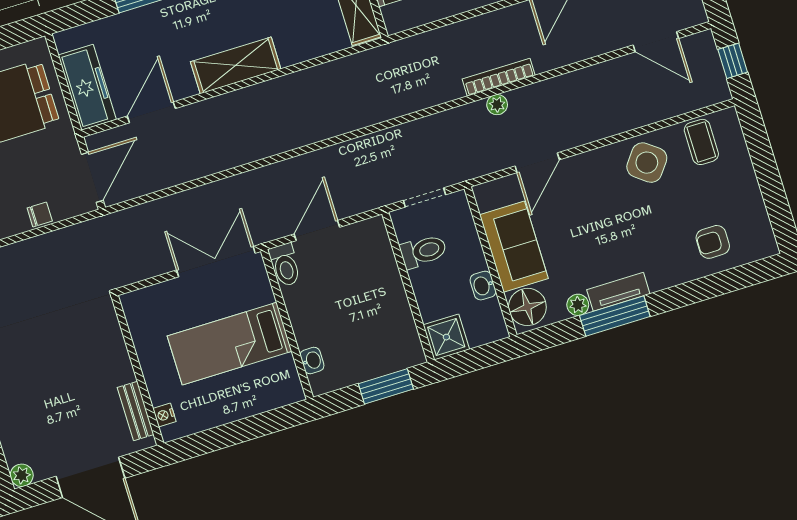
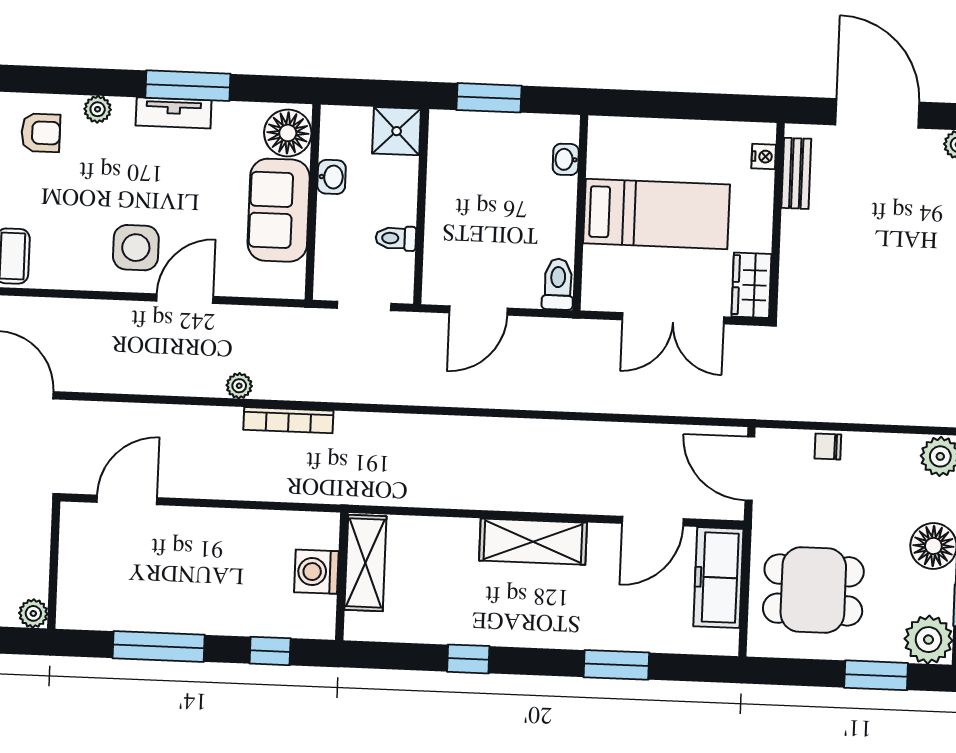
bookcase: (499, 77) -> (288, 420), moved
door: (537, 163) -> (185, 299), moved
side table: (647, 163) -> (136, 248), moved, turned -37
door: (92, 177) -> (750, 469), hinge flipped
door: (317, 231) -> (478, 310), moved
toilet: (423, 251) -> (396, 238), width x0.73, depth x0.72
double door: (216, 262) -> (673, 318), moved
plant: (578, 305) -> (98, 109), moved
wardrobe: (140, 315) -> (751, 285), added

